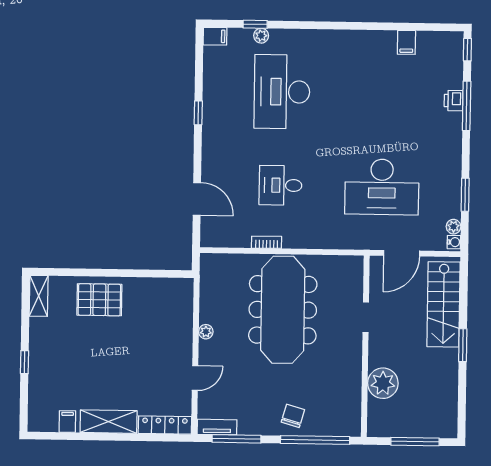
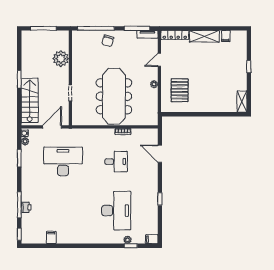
pallet: (99, 300) -> (180, 90), moved, turned 90

